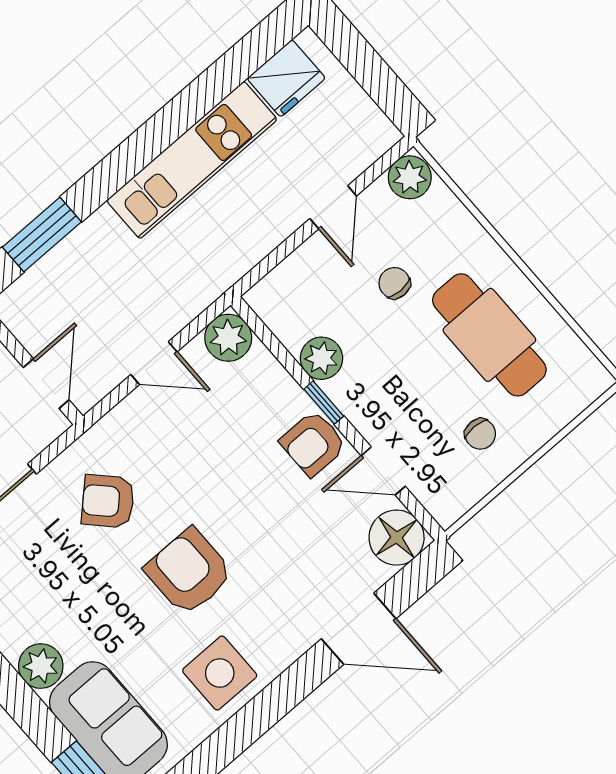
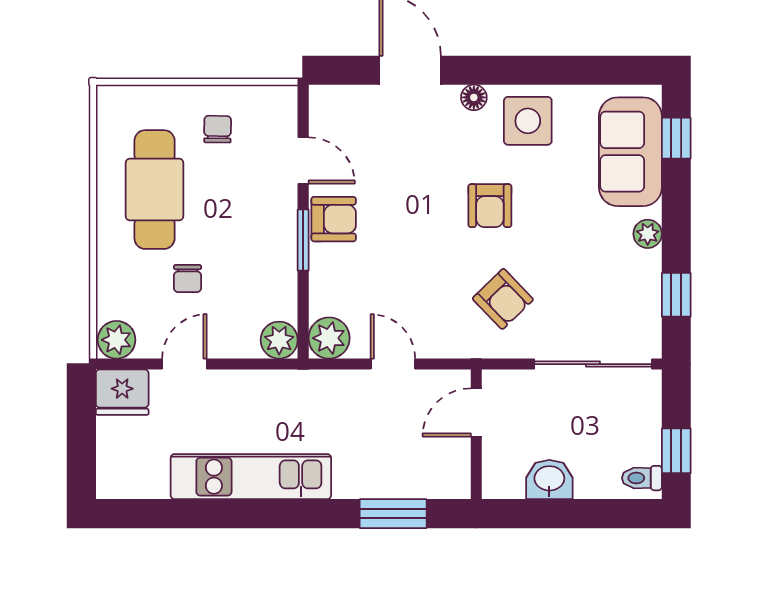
fridge: (286, 78) -> (122, 392), moved, turned 180
plant: (321, 358) -> (279, 340), moved
window: (324, 403) -> (303, 240), width x1.50
floor lamp: (397, 538) -> (474, 97), moved, width x0.53, depth x0.53
armchair: (189, 572) -> (490, 206), width x0.72, depth x0.72
plant: (41, 666) -> (648, 234), width x0.73, depth x0.73

